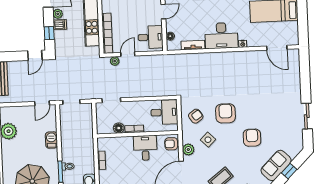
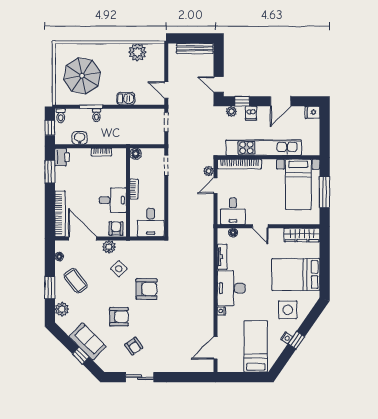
plant: (58, 14) -> (231, 111), moved
door: (128, 54) -> (216, 186), swing flipped
armchair: (196, 116) -> (134, 346), moved
floor lamp: (119, 128) -> (136, 154), moved

